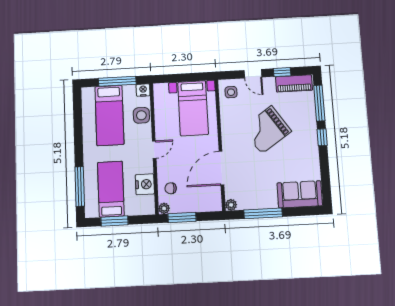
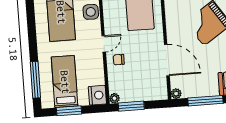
door: (221, 168) -> (167, 60), swing flipped
nightstand: (145, 184) -> (97, 95), moved
chair: (171, 188) -> (119, 60), moved

